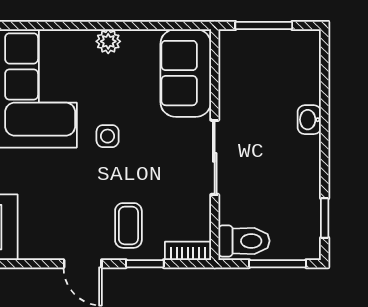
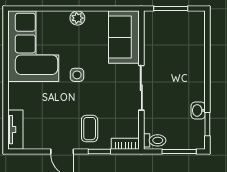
washbasin: (309, 120) -> (198, 110), moved
toilet: (244, 241) -> (155, 140), width x0.73, depth x0.72

